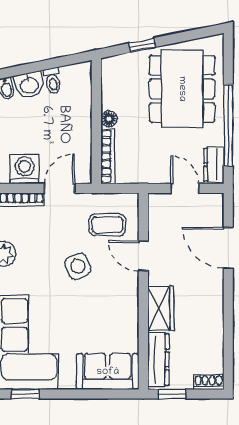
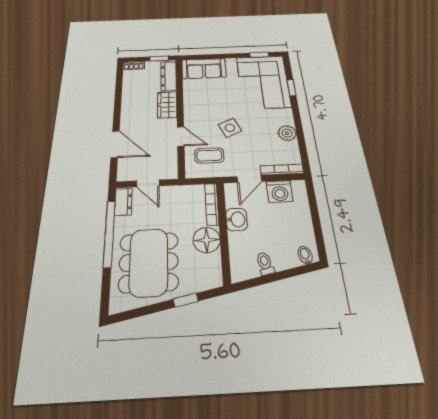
washbasin: (29, 85) -> (237, 219), moved, turned 102
floor lamp: (109, 119) -> (207, 240), width x1.89, depth x1.89

